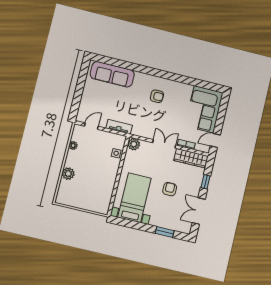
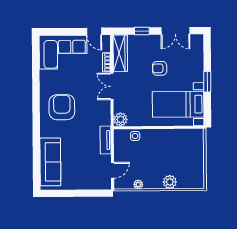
armchair: (157, 96) -> (62, 107), width x1.88, depth x1.88
door: (91, 126) -> (113, 170), swing flipped
window: (165, 232) -> (207, 82), moved

